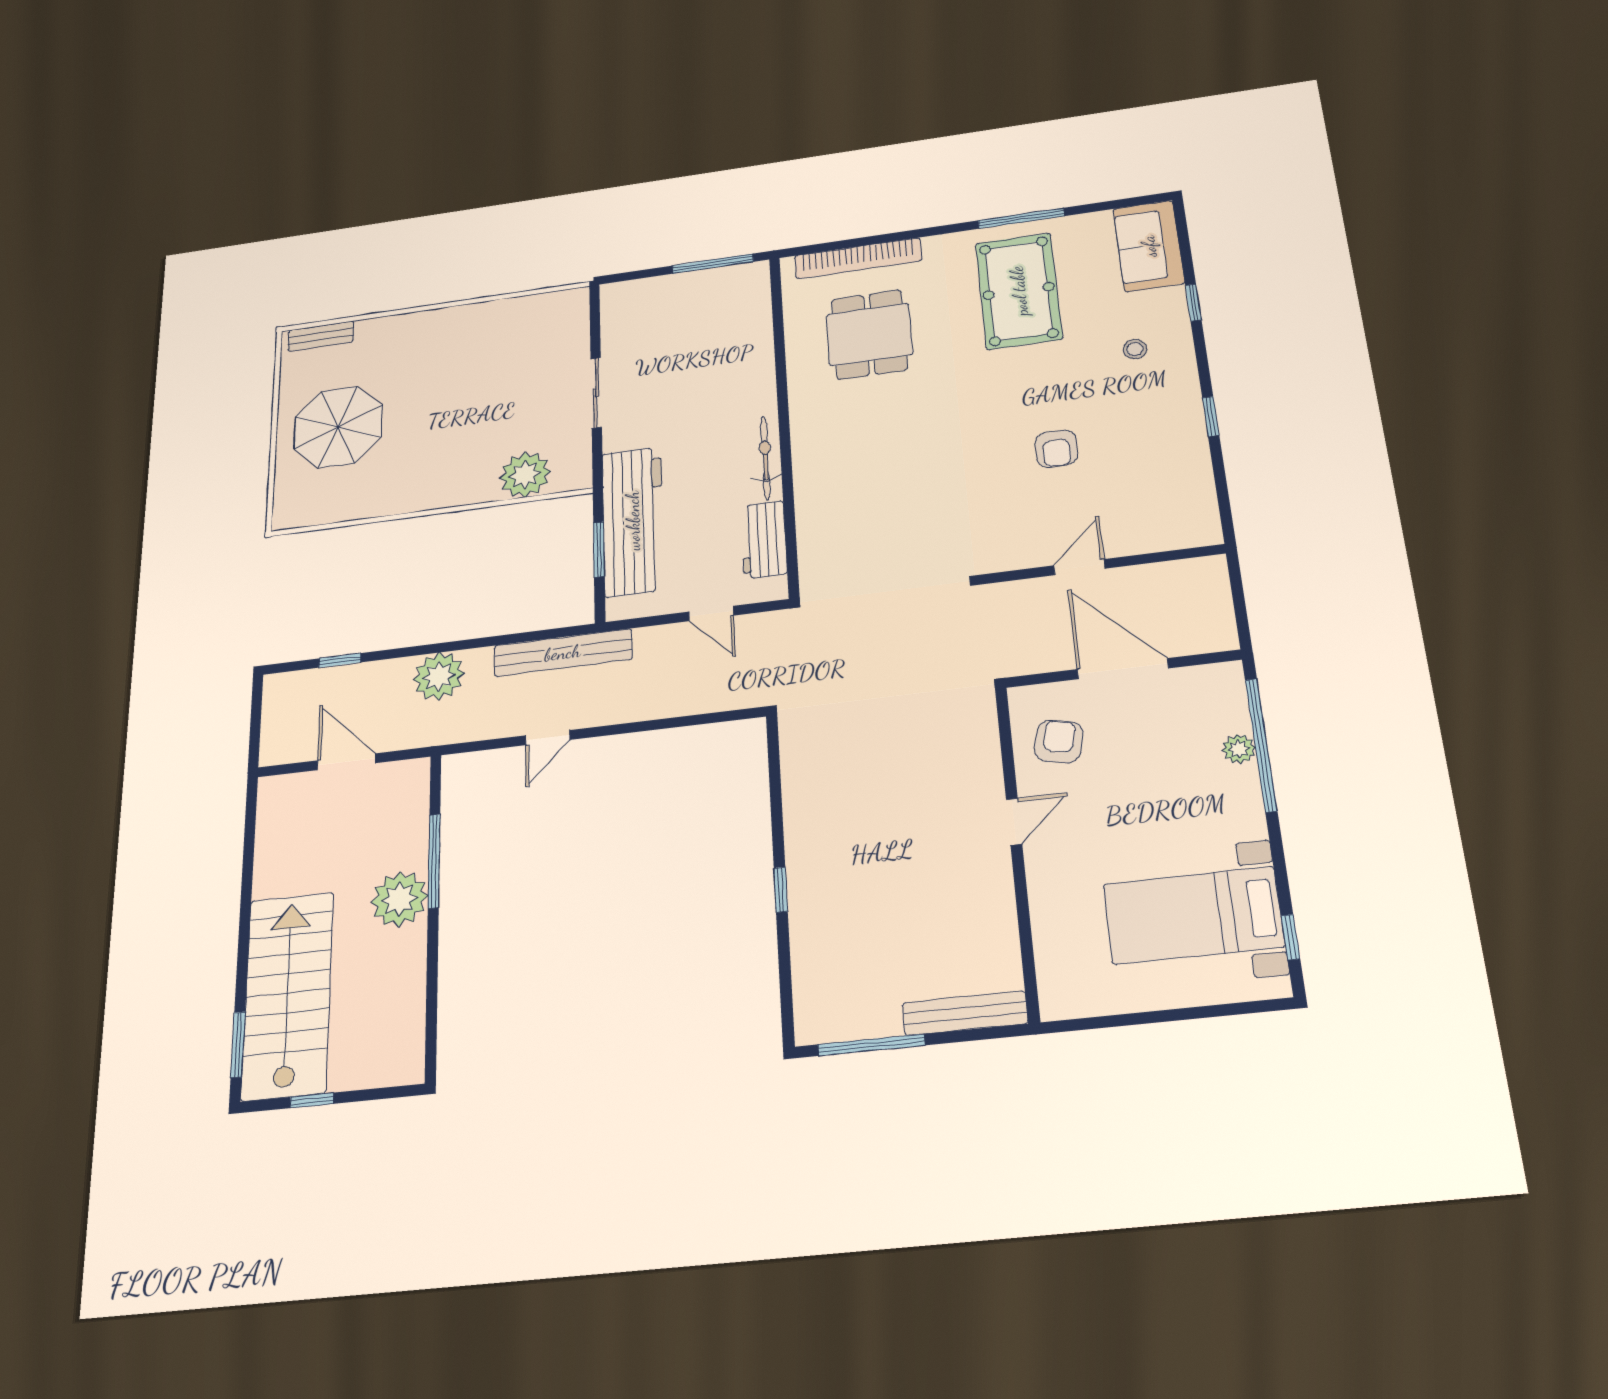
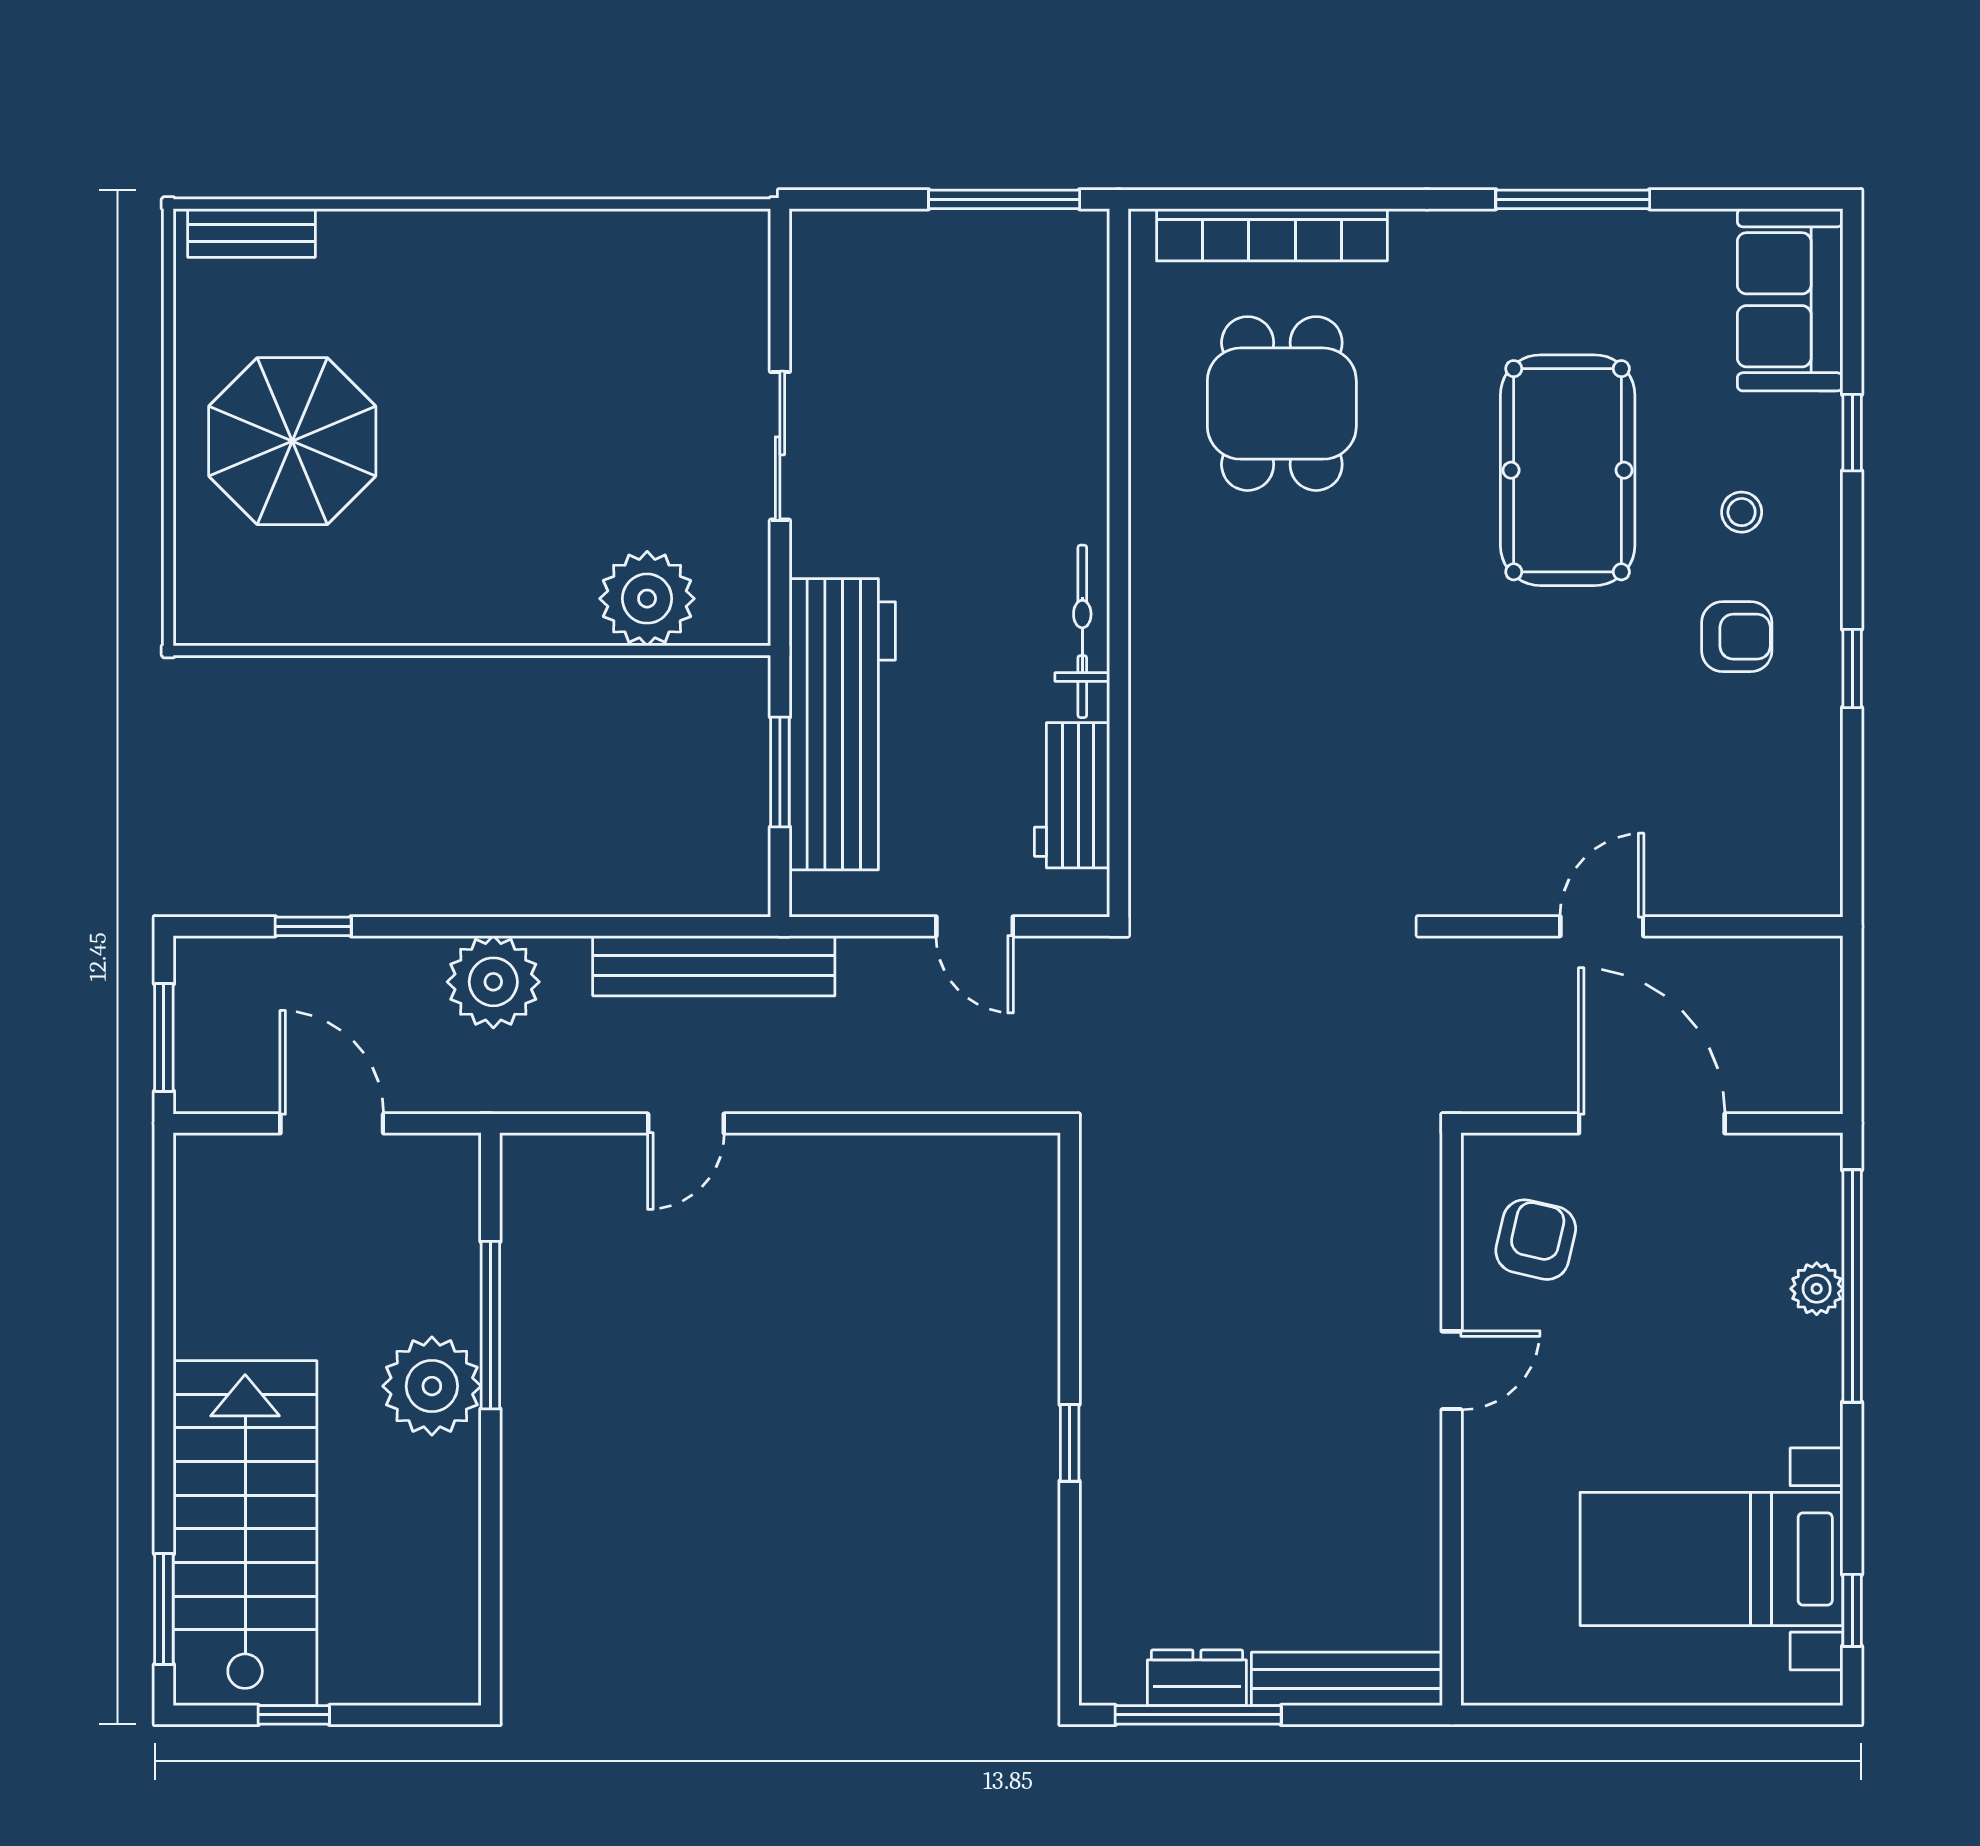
pool table: (1019, 291) -> (1568, 470), moved
armchair: (1056, 449) -> (1737, 637), moved, turned -90
window: (255, 728) -> (164, 1038), added
dresser: (869, 1022) -> (1197, 1678), added

